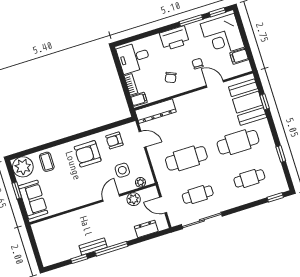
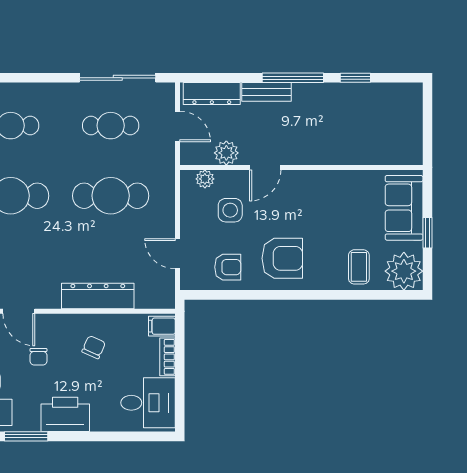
dresser: (156, 111) -> (98, 296), moved
dresser: (146, 229) -> (212, 94), width x1.44
bench: (93, 246) -> (267, 92), moved

